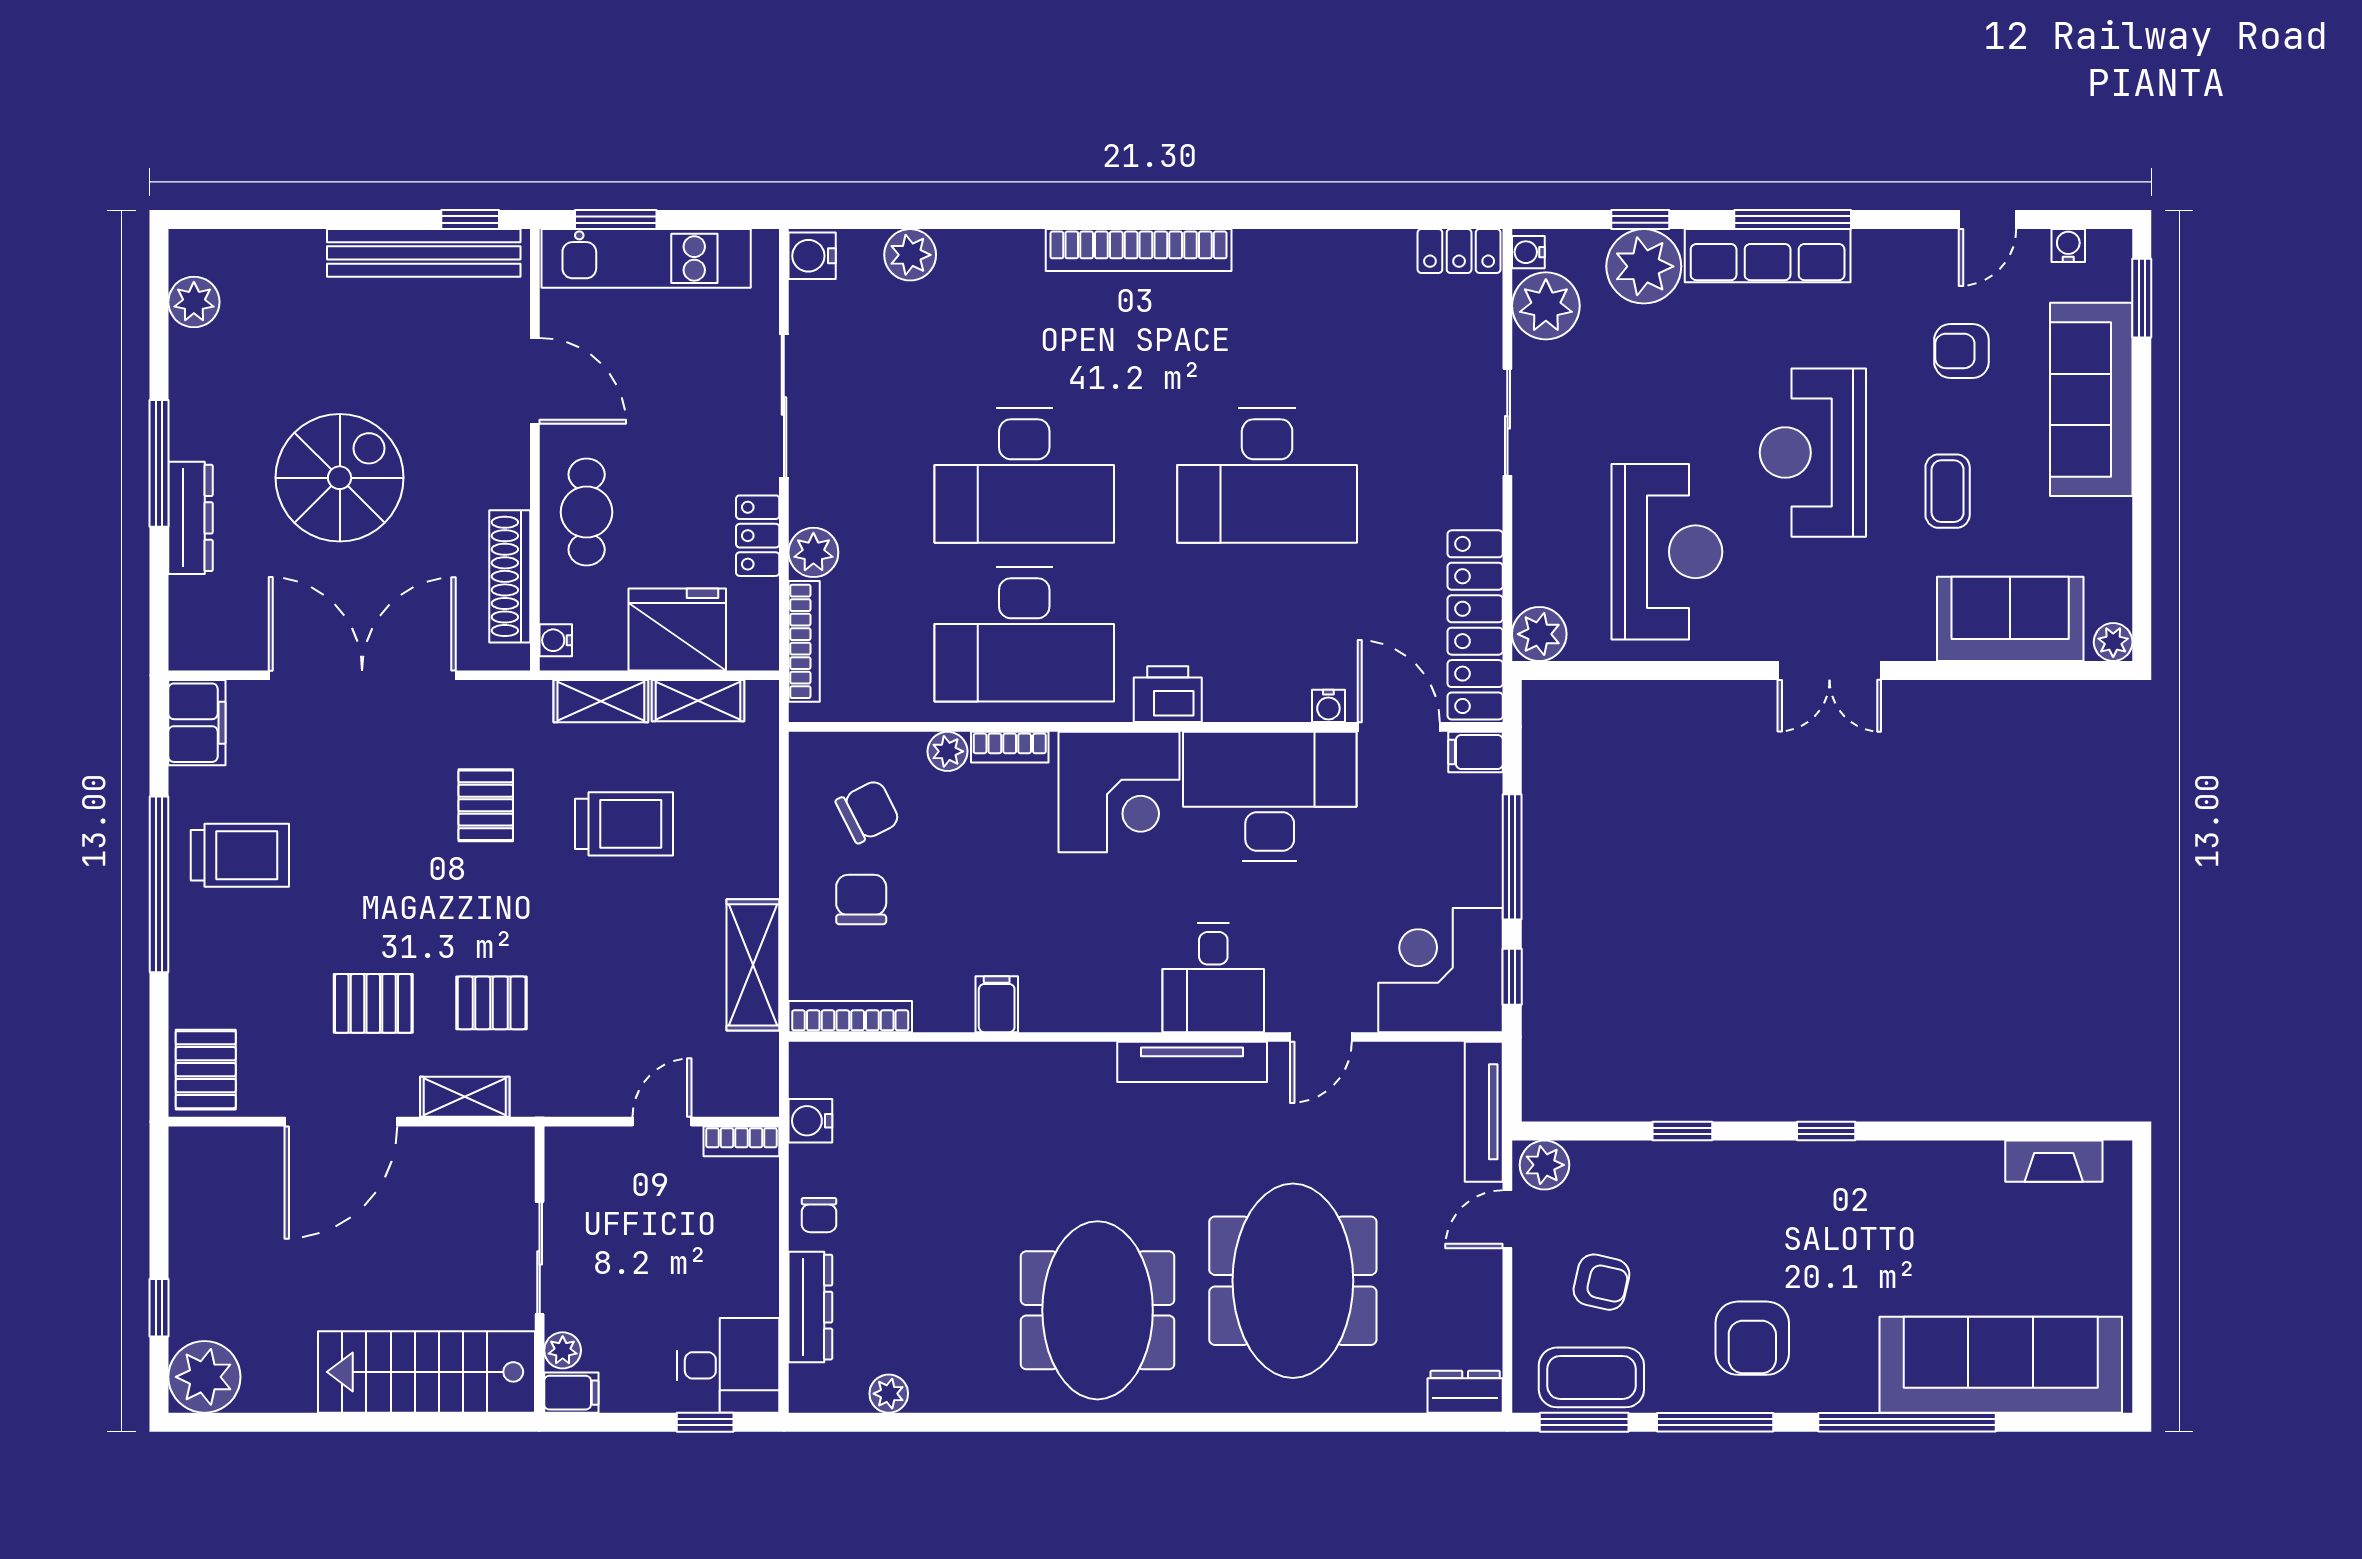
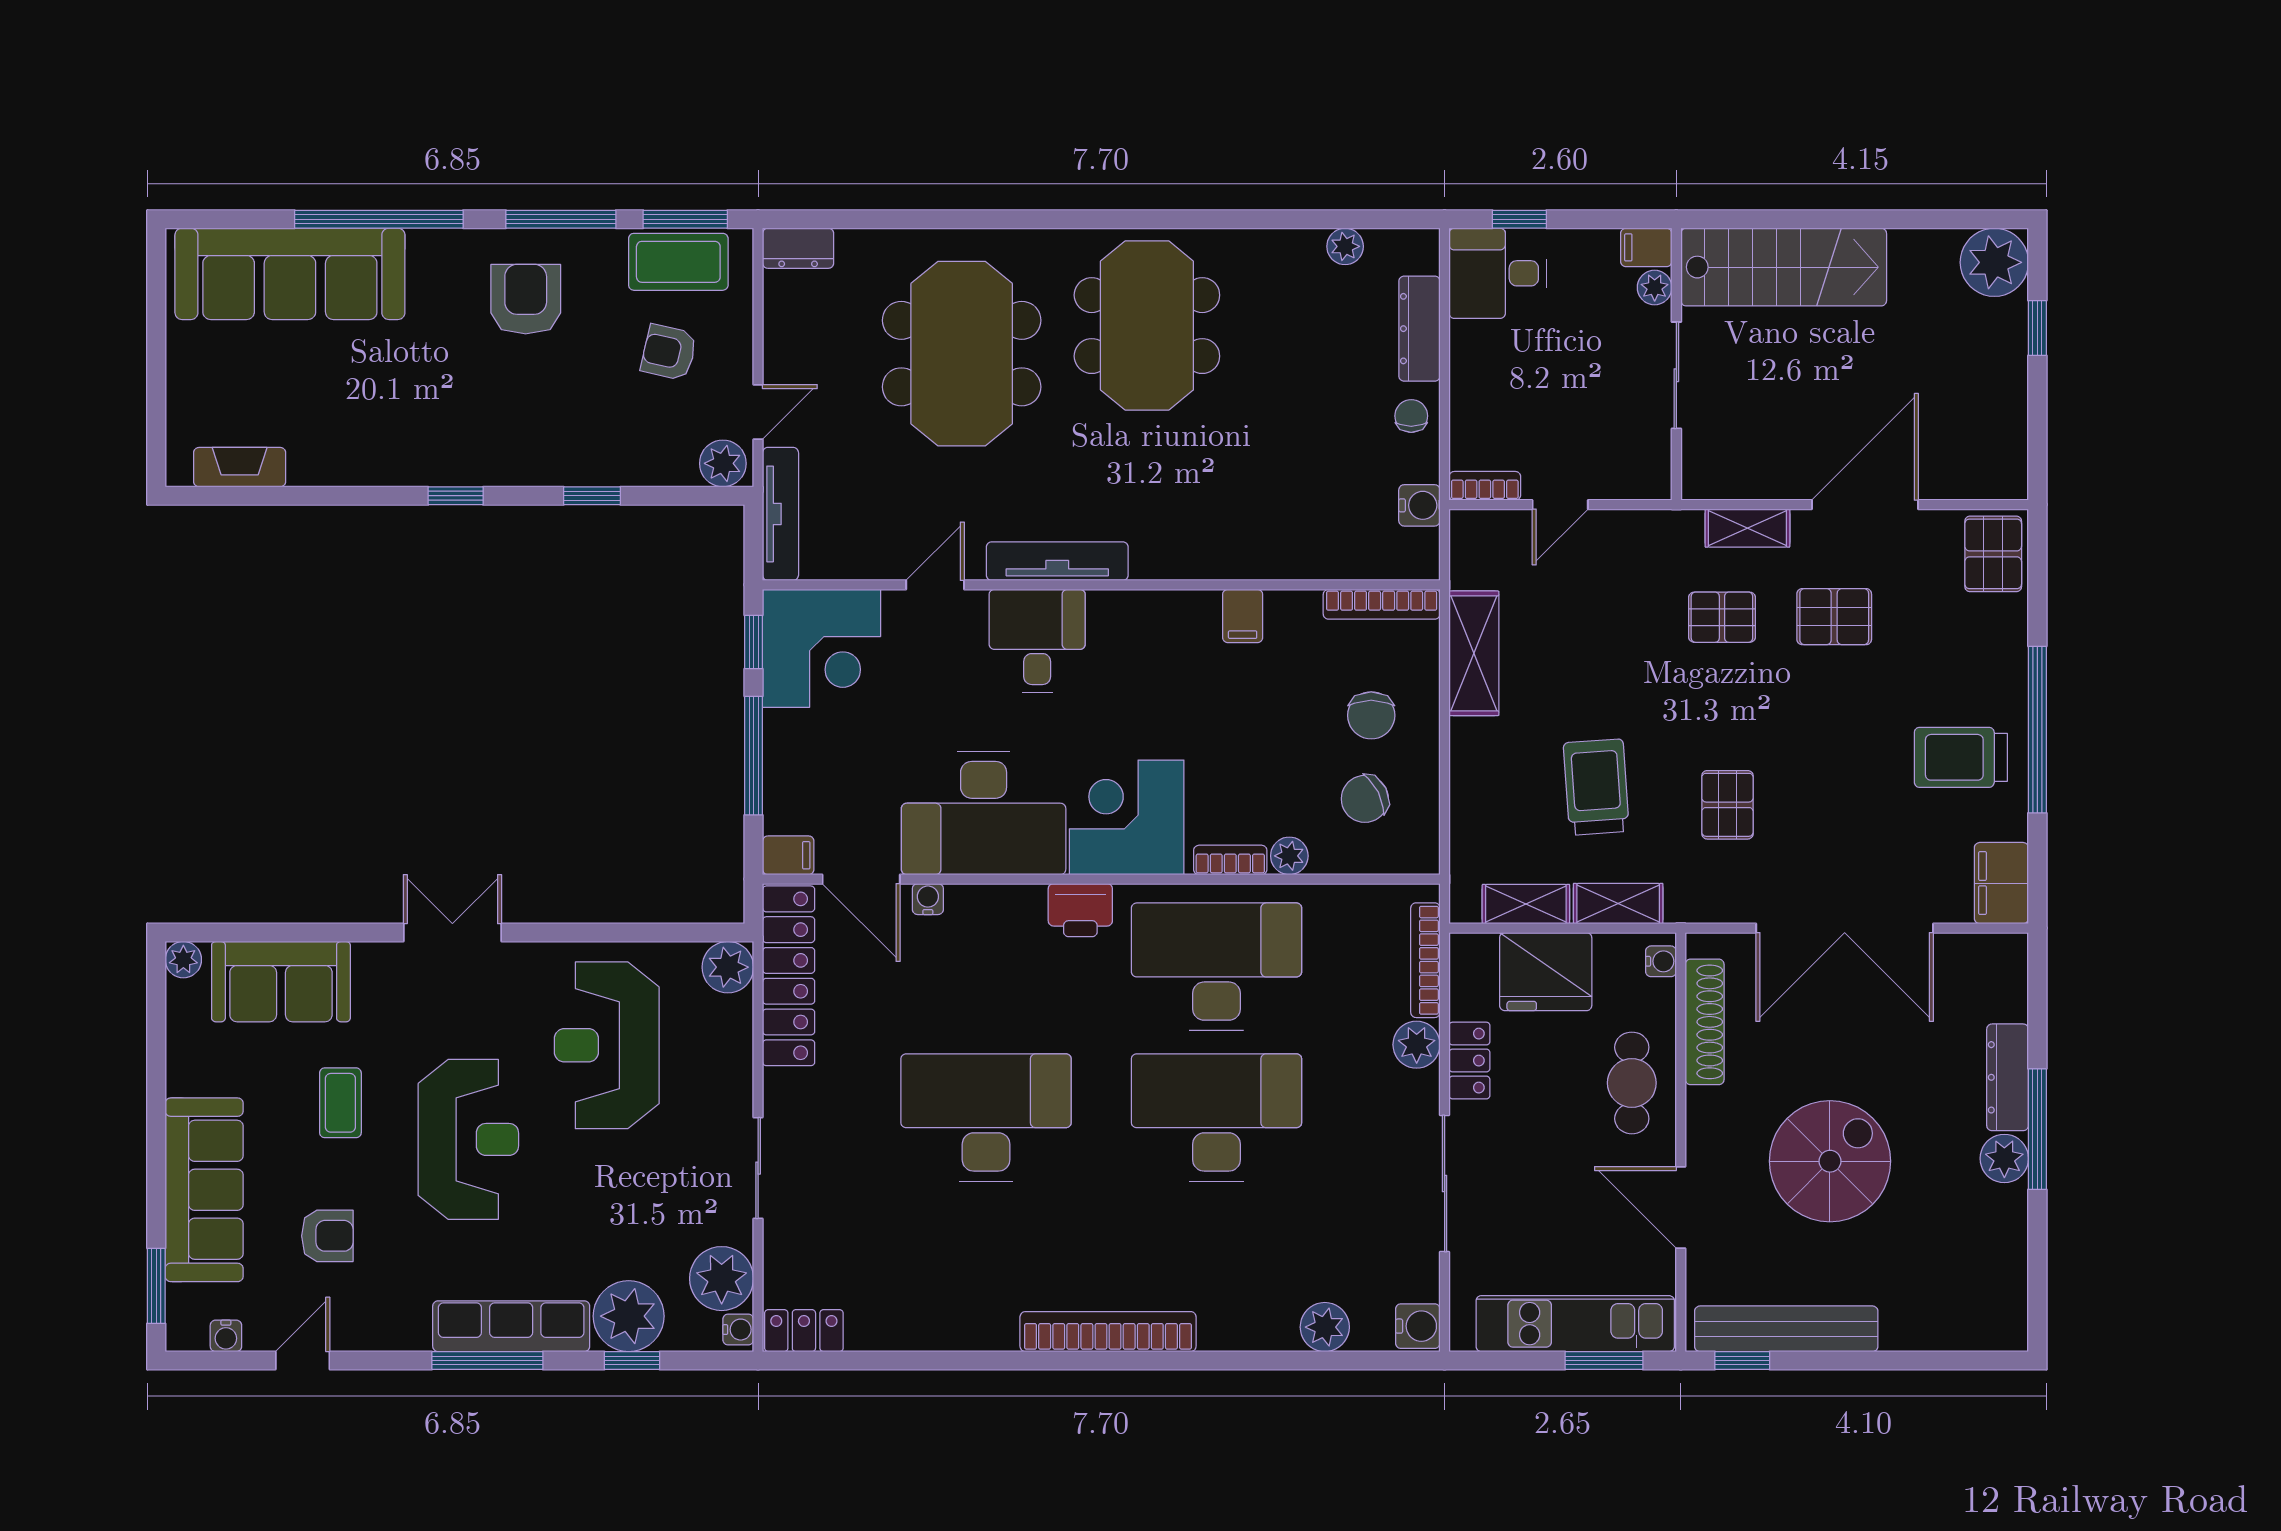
plant: (194, 302) -> (2004, 1158), moved
spiral stairs: (340, 478) -> (1830, 1161), moved, turned 180
trolley: (624, 824) -> (1596, 787), turned 86

